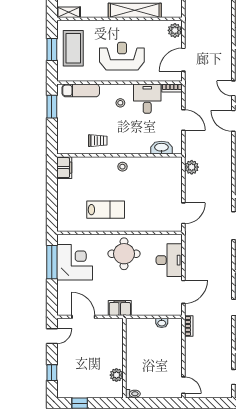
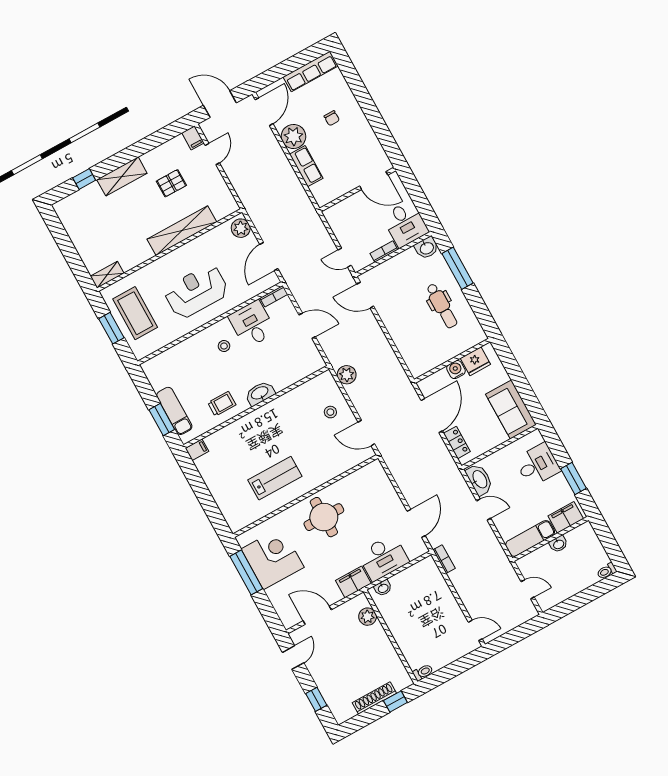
exam couch: (81, 90) -> (174, 411), moved, turned -90
window: (52, 107) -> (162, 420), moved
washbasin: (161, 148) -> (260, 393), moved
stool: (122, 167) -> (330, 412), moved
filing cabinet: (64, 168) -> (197, 450), width x0.50
door: (183, 213) -> (366, 433), swing flipped
desk: (169, 260) -> (383, 558), moved, turned 90
washbasin: (162, 323) -> (383, 588), moved
plant: (116, 375) -> (368, 617), moved
shoe rack: (91, 393) -> (374, 698), added
window: (80, 403) -> (395, 702), moved

